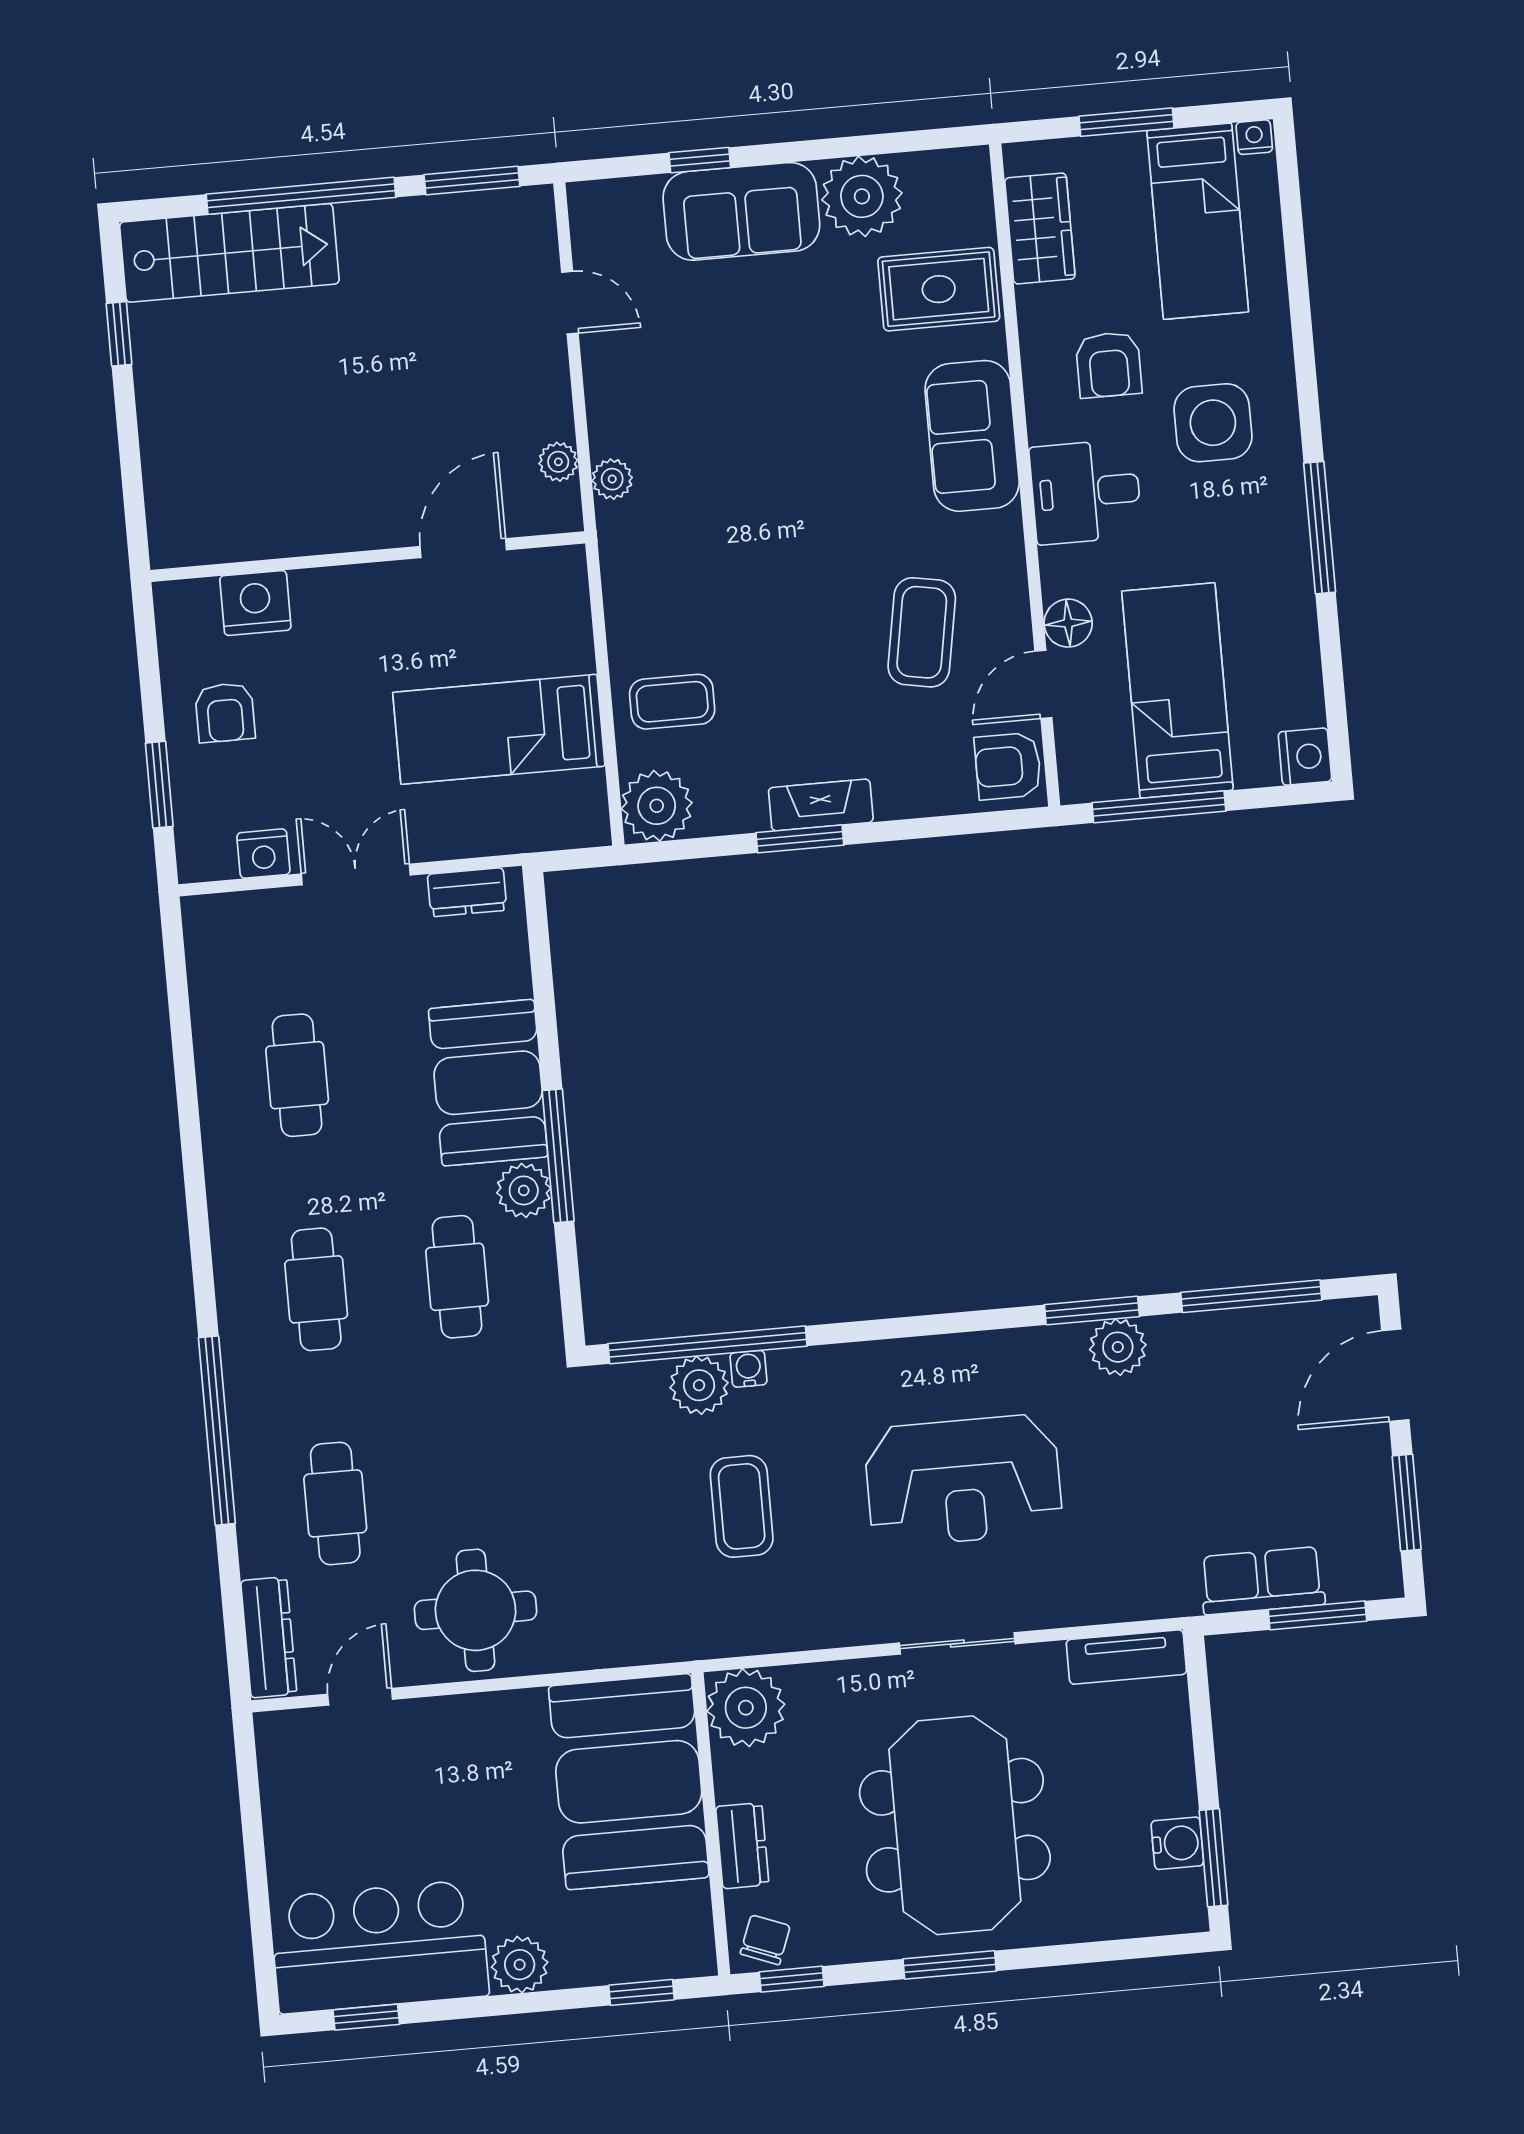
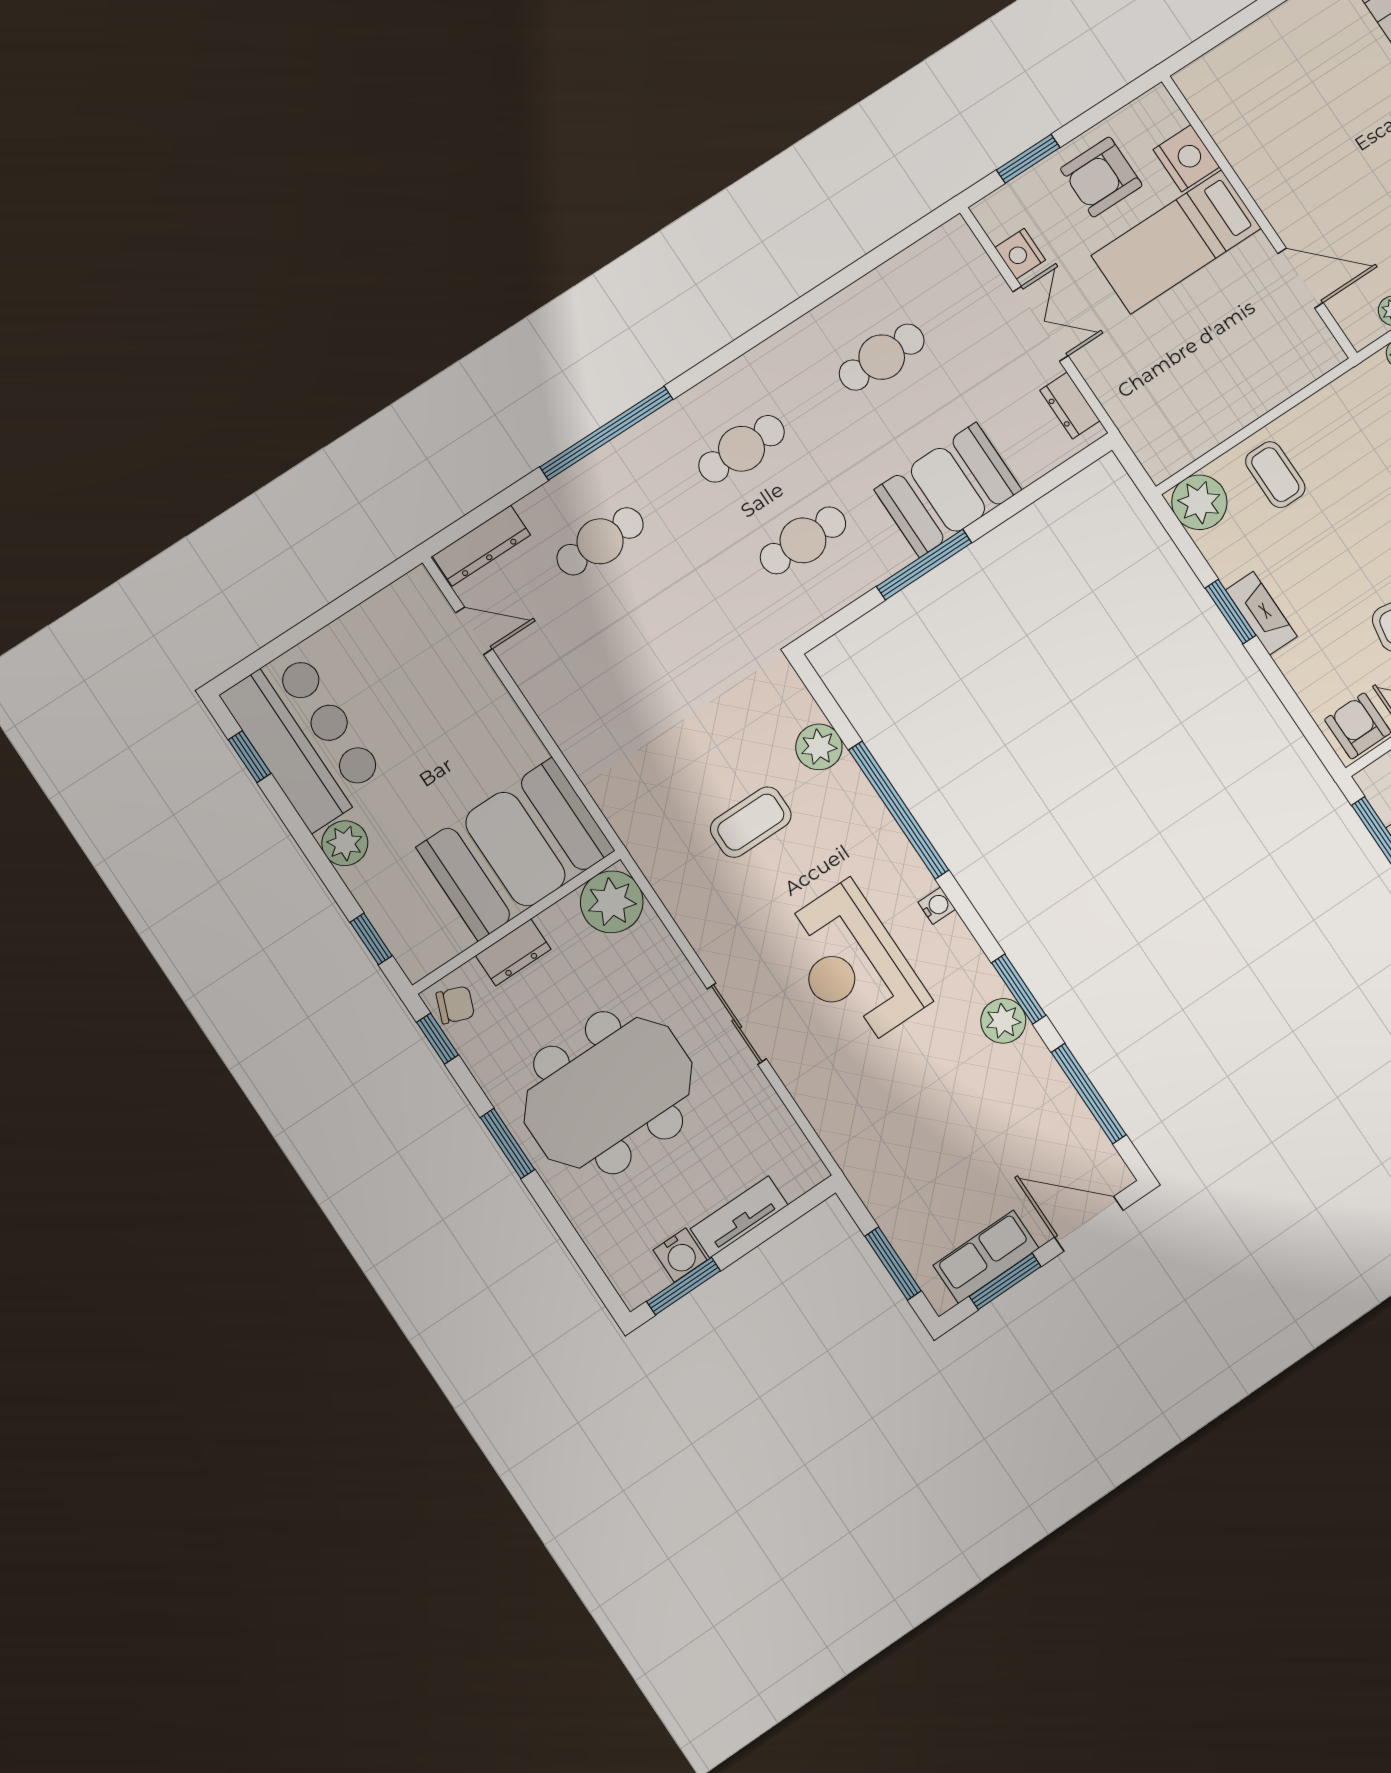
armchair: (225, 713) -> (1101, 177), width x1.38, depth x1.38
bed: (499, 729) -> (1176, 242), moved, turned -90
plant: (524, 1190) -> (887, 554), removed
window: (707, 1345) -> (899, 810), moved
water cooler: (748, 1369) -> (937, 906), moved
row of seats: (1262, 1581) -> (986, 1257), moved, turned -90
round table: (476, 1610) -> (578, 678), removed
tv unit: (1126, 1657) -> (739, 1217), moved, turned 90

